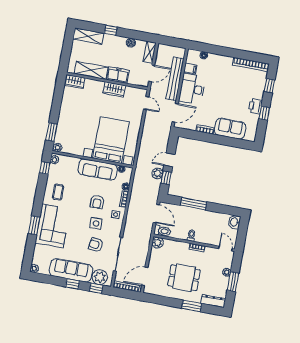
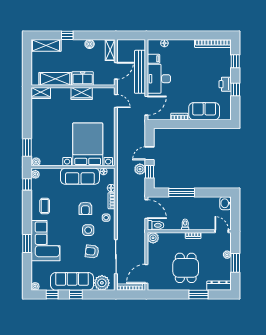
dining table: (184, 278) -> (186, 268), turned 90
window: (96, 288) -> (52, 295), moved

